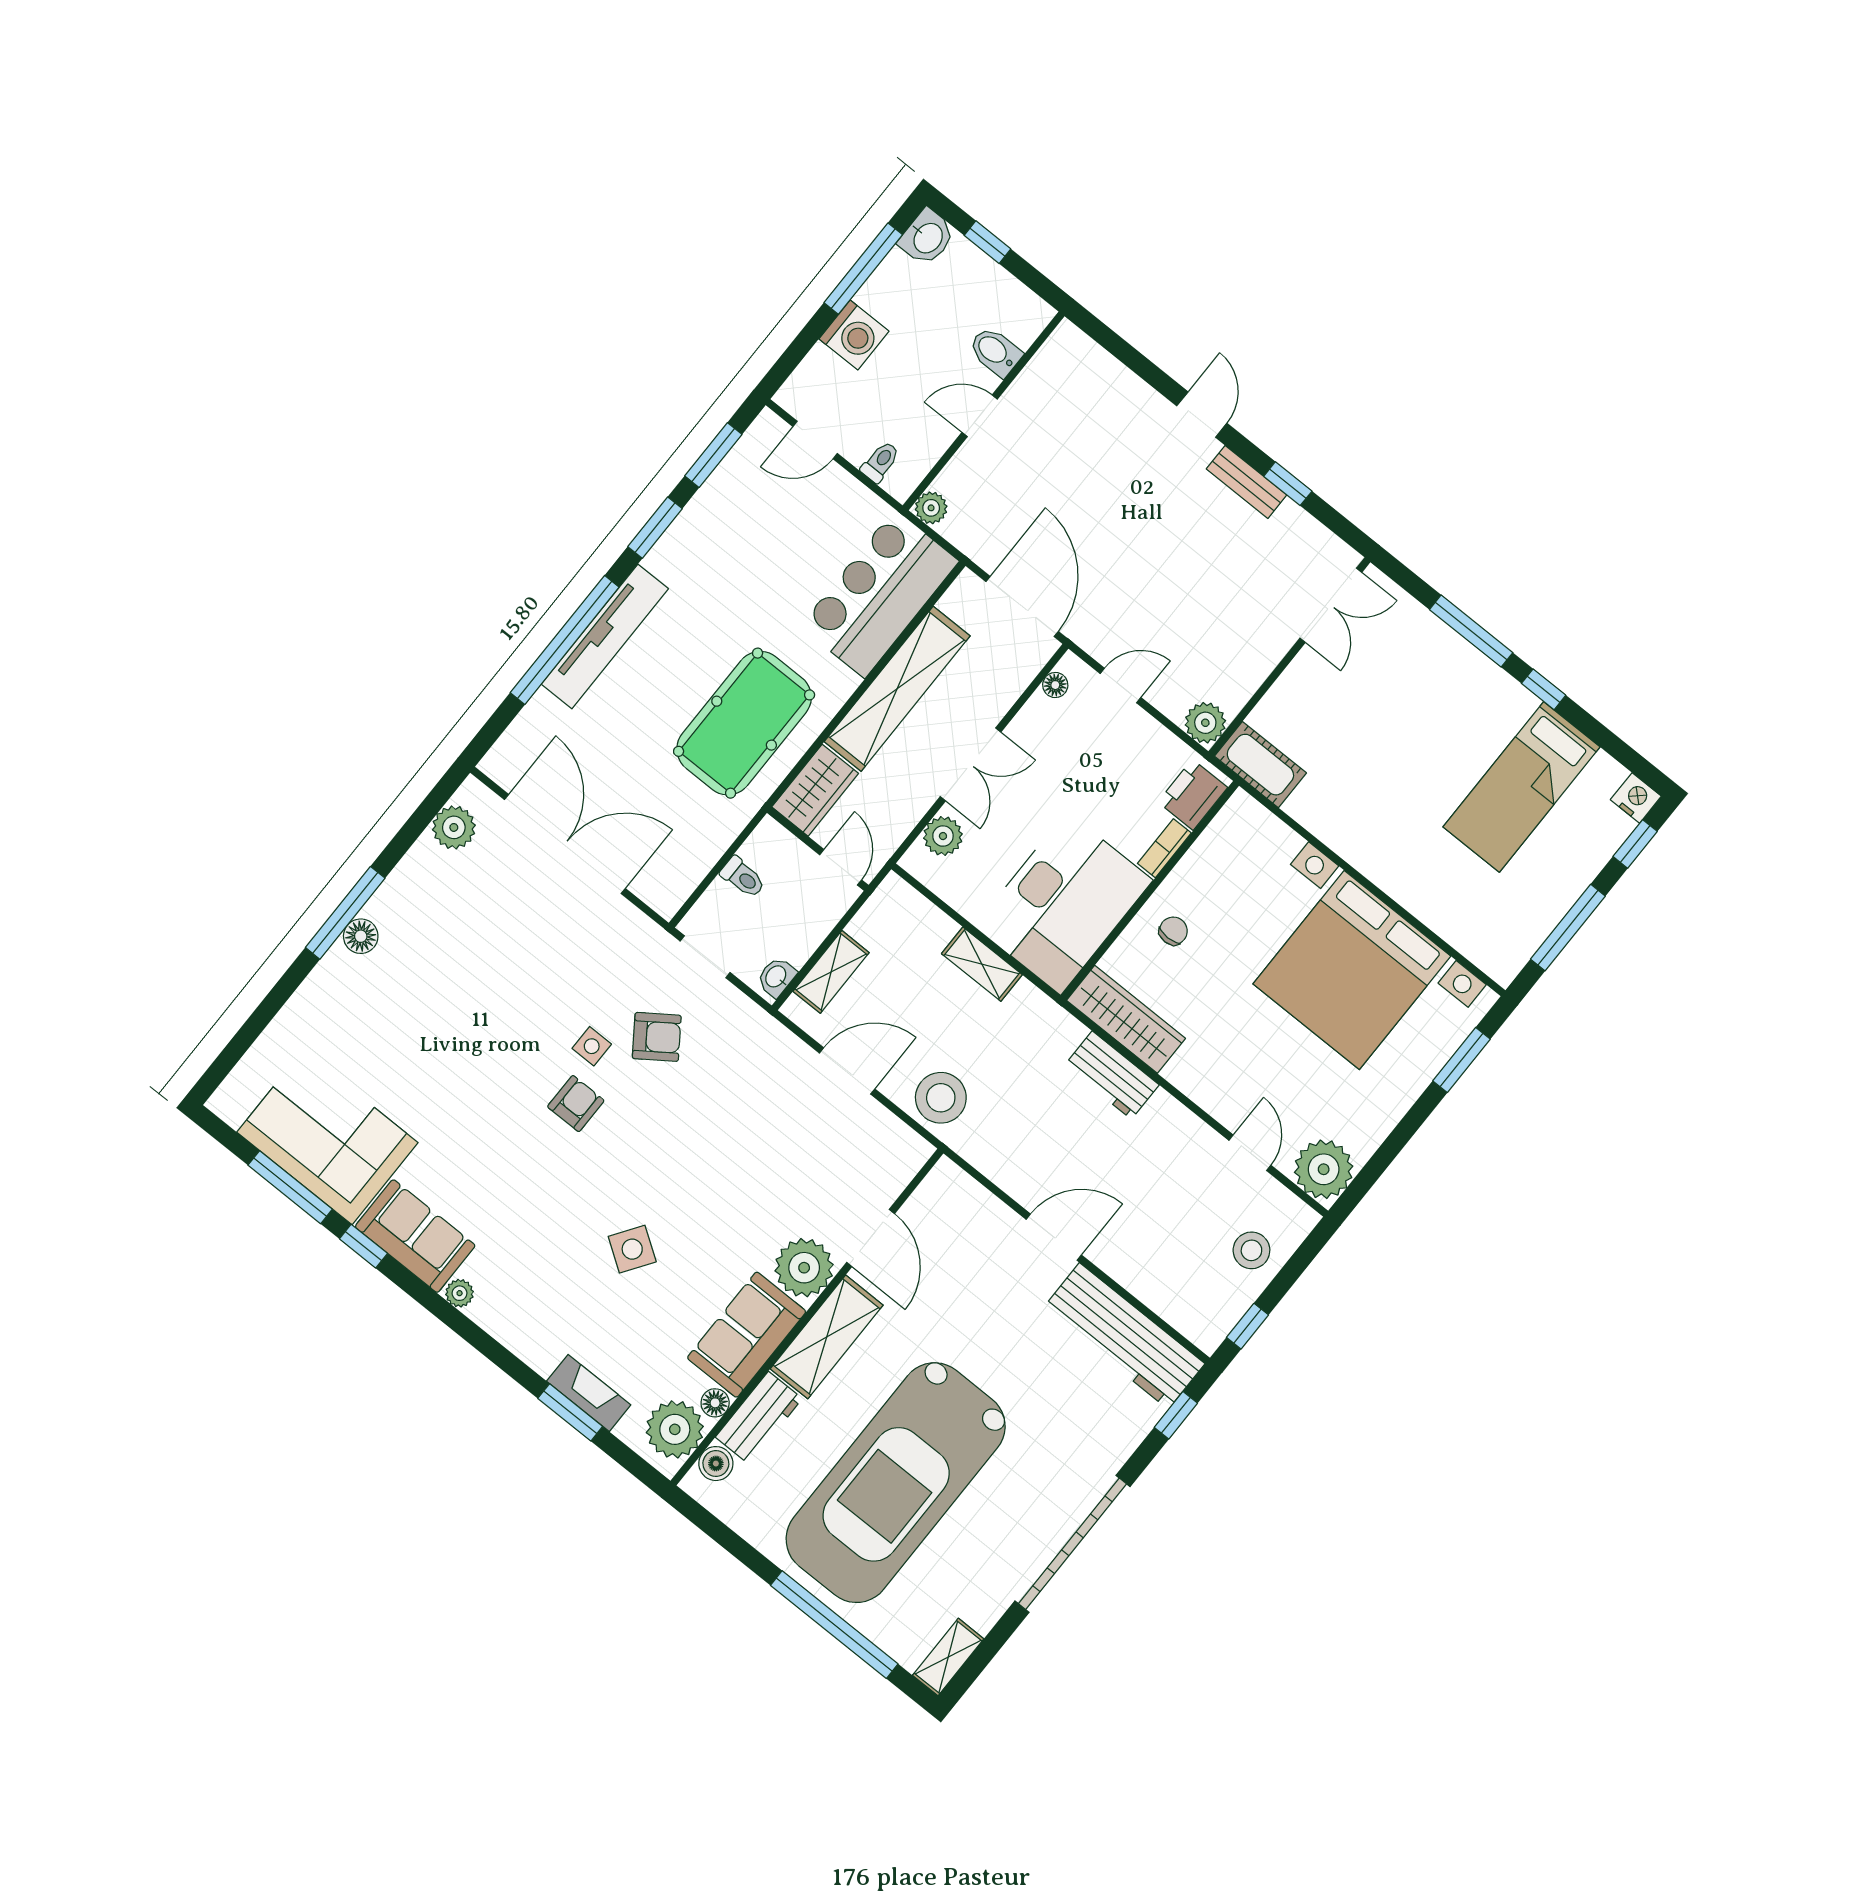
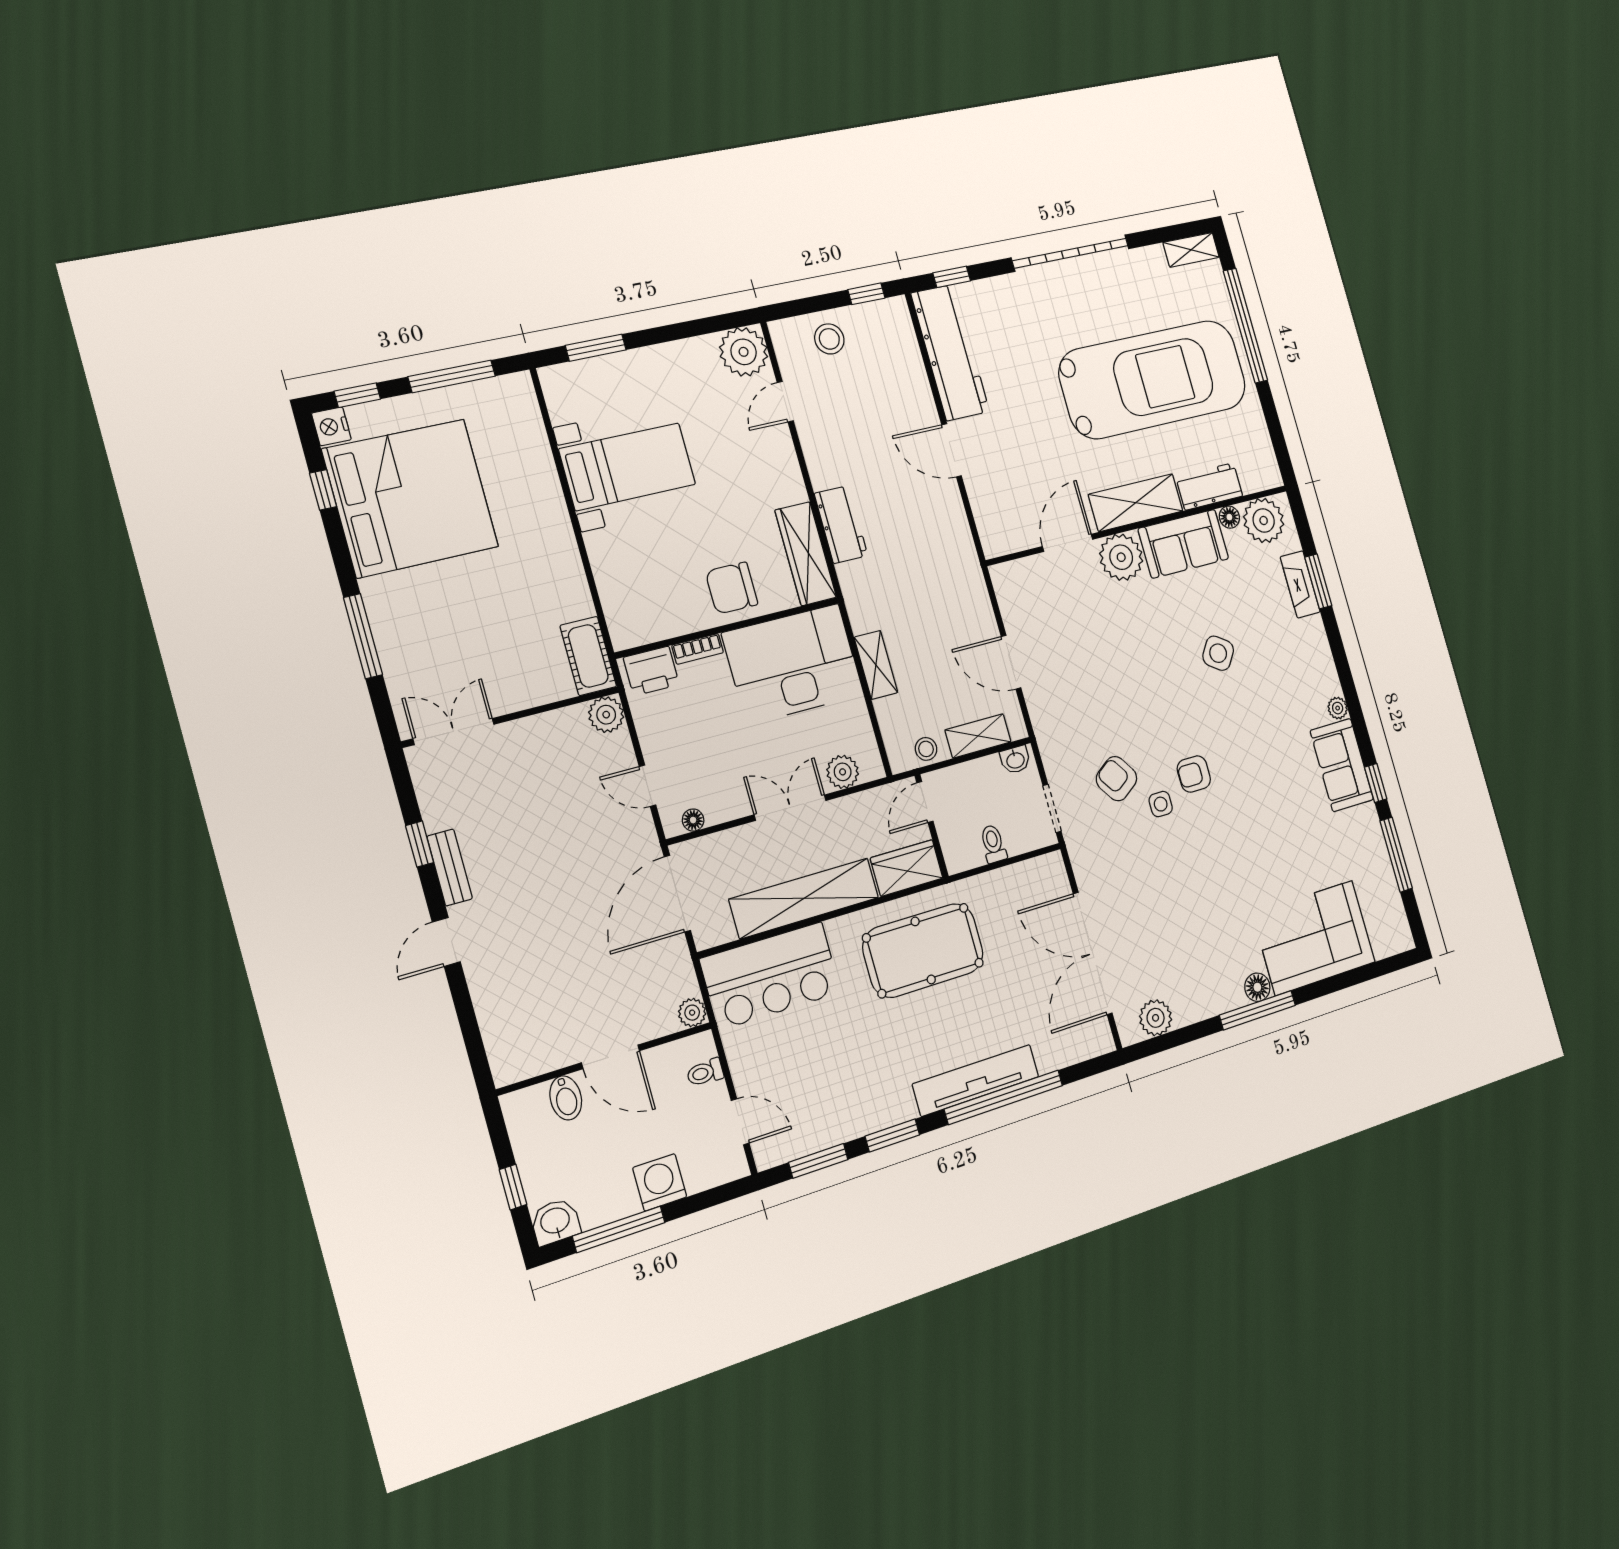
door: (980, 416) -> (611, 1057), width x1.38
window: (1544, 689) -> (323, 490), moved
bed: (1522, 787) -> (411, 498), width x2.04
chair: (1173, 931) -> (732, 588), width x1.87, depth x1.87
bed with nightstands: (1352, 970) -> (627, 467), width x0.54
stool: (941, 1098) -> (926, 749), moved, width x0.53, depth x0.53
corner sofa: (327, 1137) -> (1314, 938), moved, turned 90
boiler: (716, 1464) -> (1253, 480), removed

